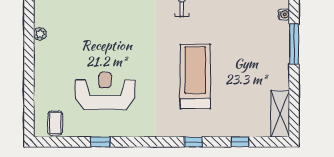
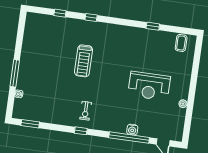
treadmill: (195, 77) -> (84, 61), width x0.73, depth x0.73
reception desk: (105, 91) -> (149, 86), moved
shelving: (280, 114) -> (31, 28), removed

